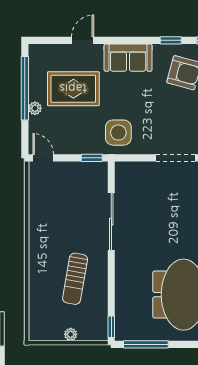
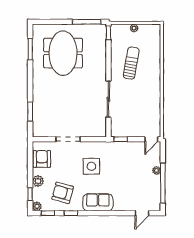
door: (83, 40) -> (142, 213), moved
rug: (73, 89) -> (132, 183), removed
side table: (118, 133) -> (91, 166), moved
door: (43, 158) -> (151, 139), hinge flipped

